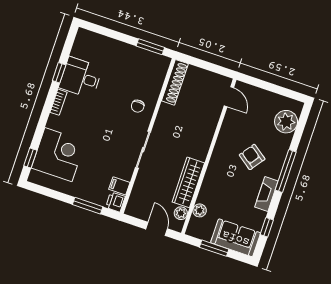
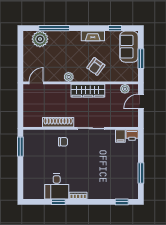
shoe rack: (175, 82) -> (58, 122), moved
corner desk: (58, 155) -> (113, 184), removed
armchair: (252, 157) -> (96, 66), moved
window: (286, 171) -> (54, 28), moved
wardrobe: (188, 182) -> (88, 91), moved
window: (88, 206) -> (141, 173), moved
plant: (200, 210) -> (69, 77), moved

